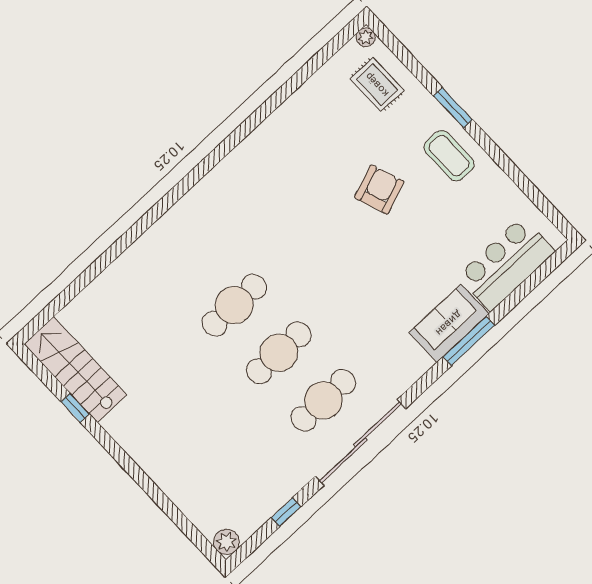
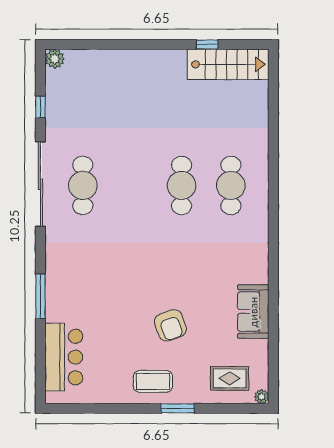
sofa: (449, 323) -> (253, 312), moved, turned 180
cafe table: (279, 353) -> (231, 185), moved

